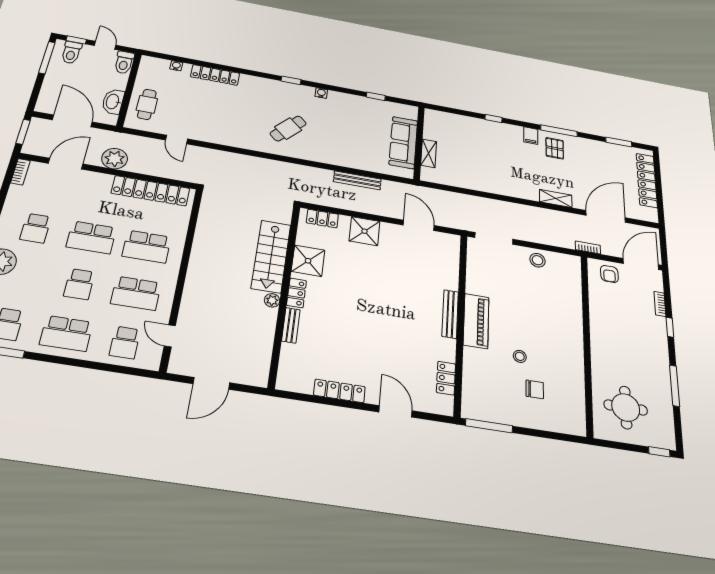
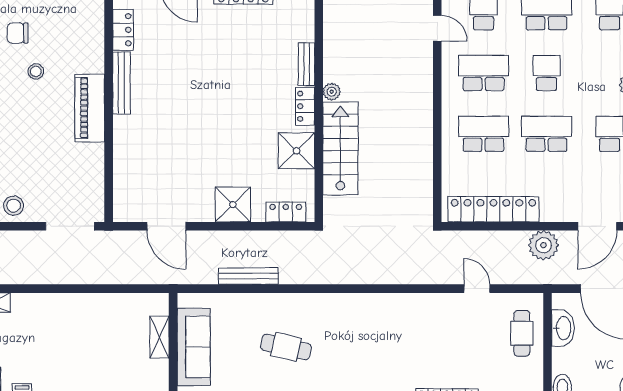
cafe table: (288, 129) -> (286, 347), moved, turned 60
bench: (450, 314) -> (121, 83), moved

